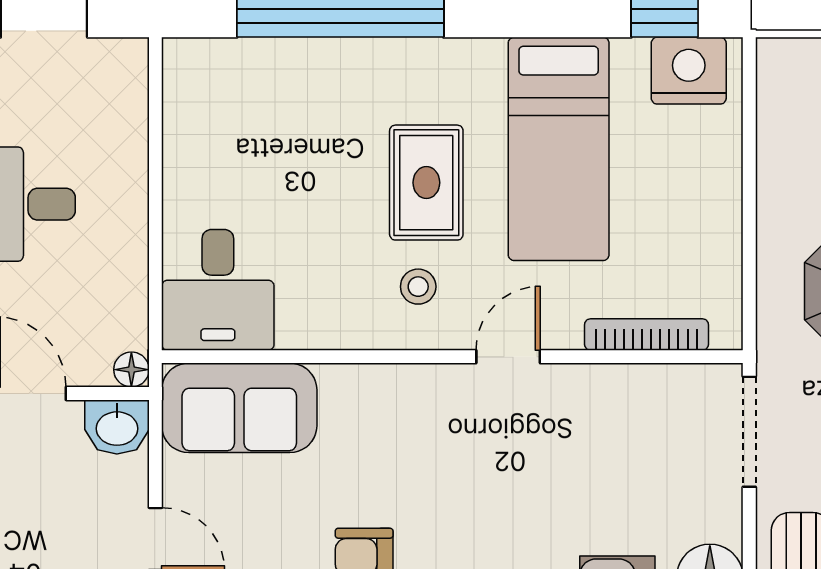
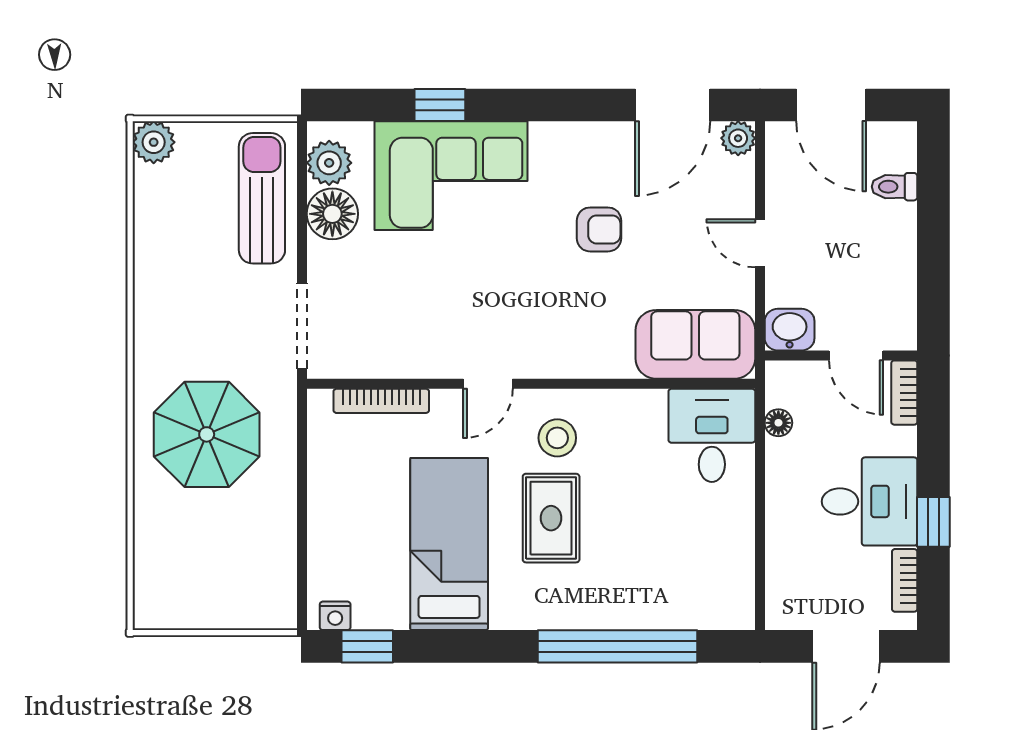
nightstand: (689, 71) -> (335, 616), width x0.53, depth x0.56
stool: (418, 287) -> (557, 438), width x1.37, depth x1.37
floor lamp: (131, 370) -> (778, 423), moved

